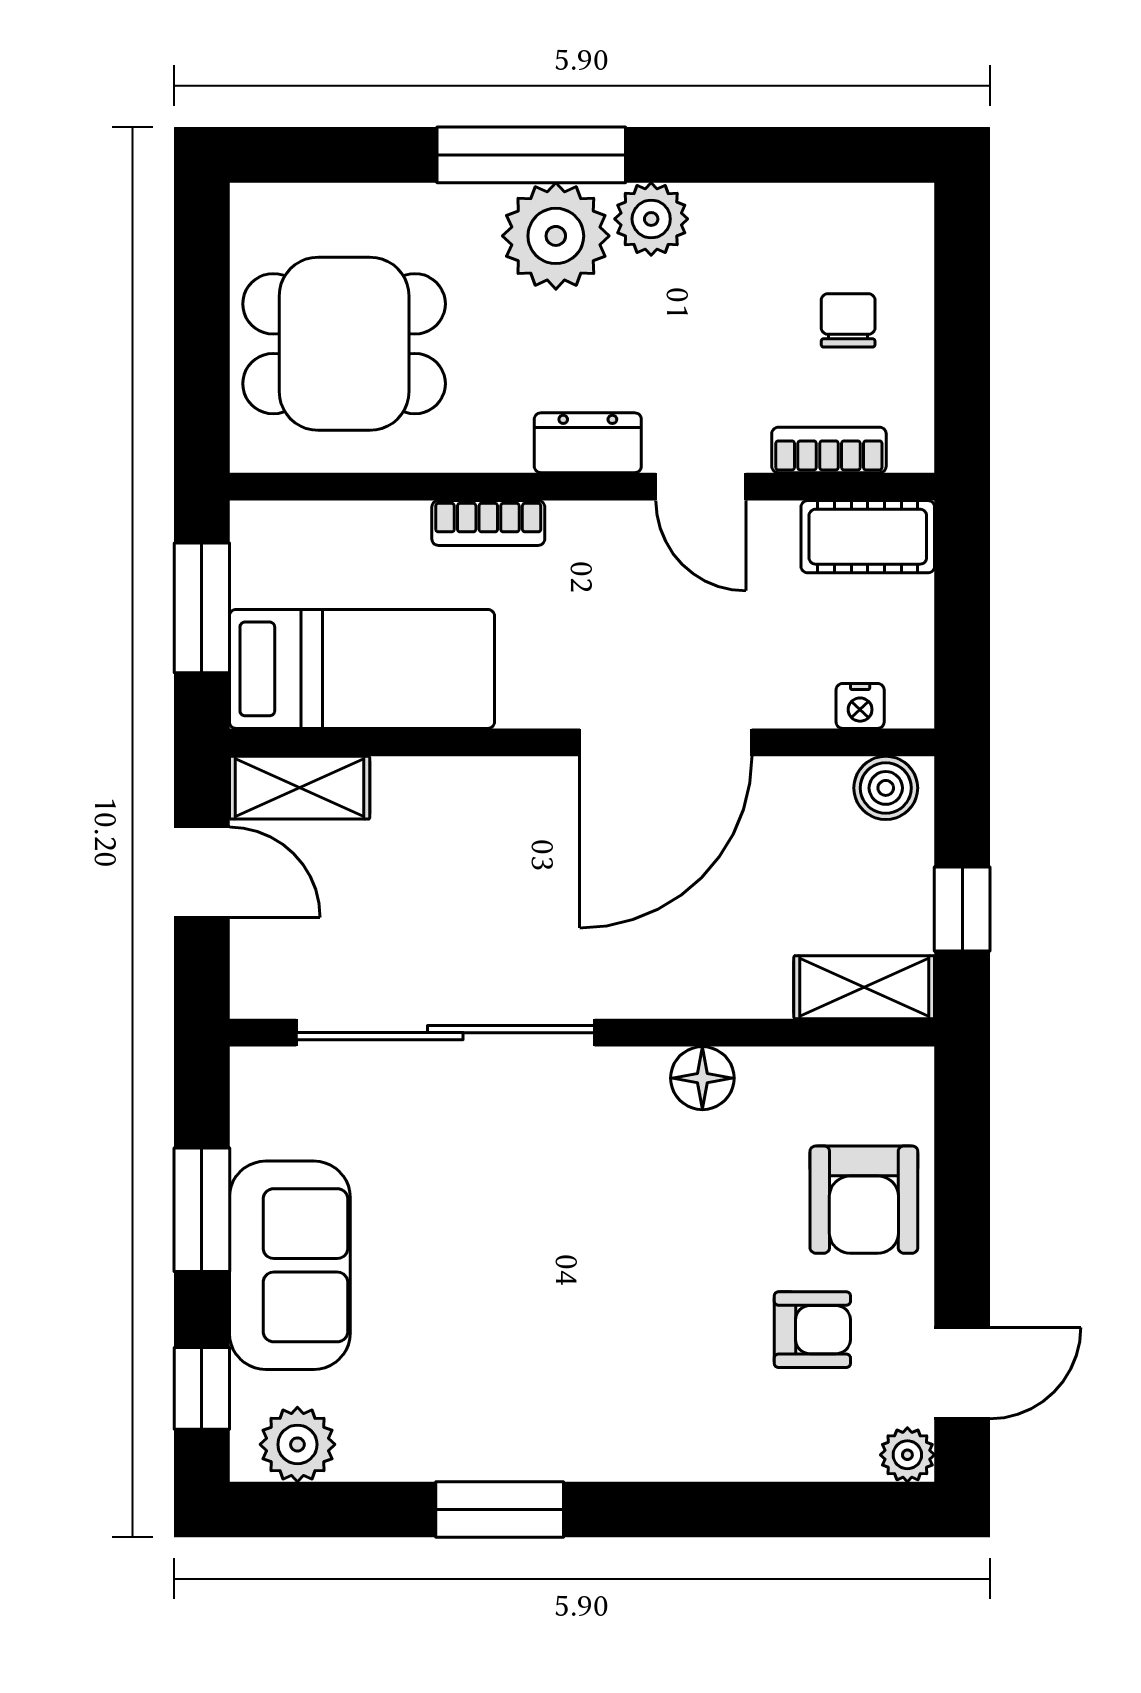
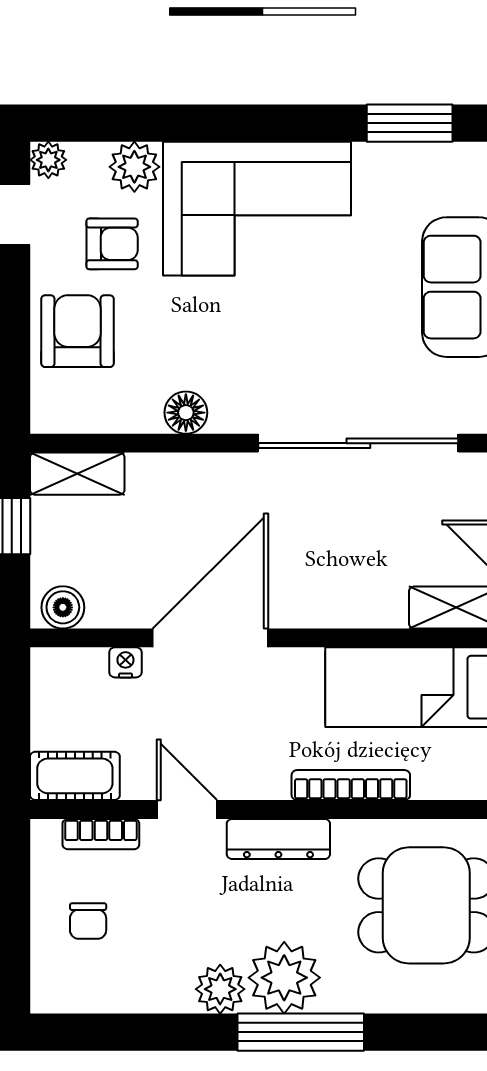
dresser: (588, 443) -> (278, 839), width x1.44
bookcase: (488, 523) -> (351, 785), width x1.56
nightstand: (860, 706) -> (125, 662), moved
armchair: (812, 1330) -> (112, 244), turned 180
corner sofa: (596, 1382) -> (257, 209), added
plant: (297, 1444) -> (134, 167), moved
window: (500, 1510) -> (410, 123), moved

